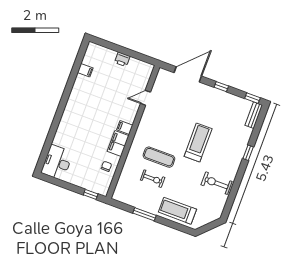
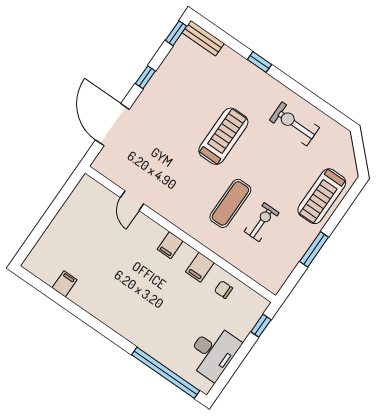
printer: (122, 59) -> (62, 221), removed
filing cabinet: (118, 143) -> (200, 267), width x0.50
treadmill: (198, 143) -> (223, 136), turned 90
window: (48, 145) -> (166, 373), added
desk: (57, 162) -> (213, 352), moved, turned -90
exercise bike: (217, 183) -> (294, 124), turned 90

